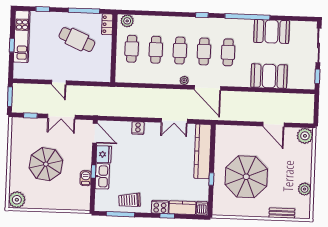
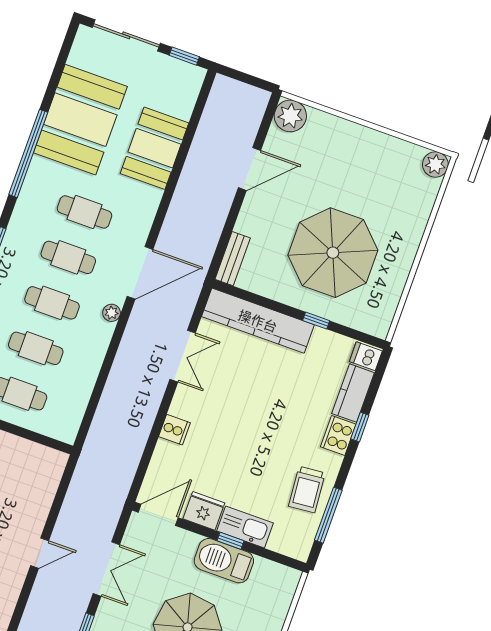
booth: (272, 31) -> (80, 120), width x1.36, depth x1.42
barbecue: (86, 178) -> (224, 561), width x1.88, depth x1.53
plant: (305, 189) -> (435, 164), moved
bench: (282, 213) -> (233, 259), moved

